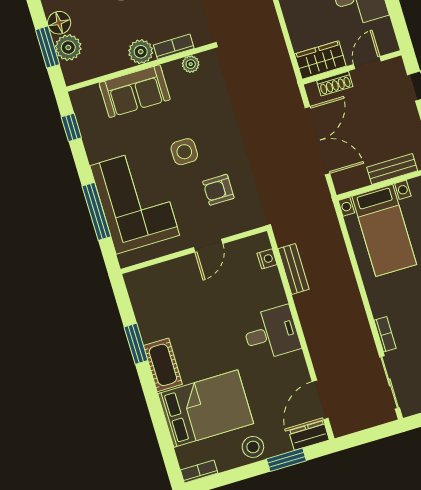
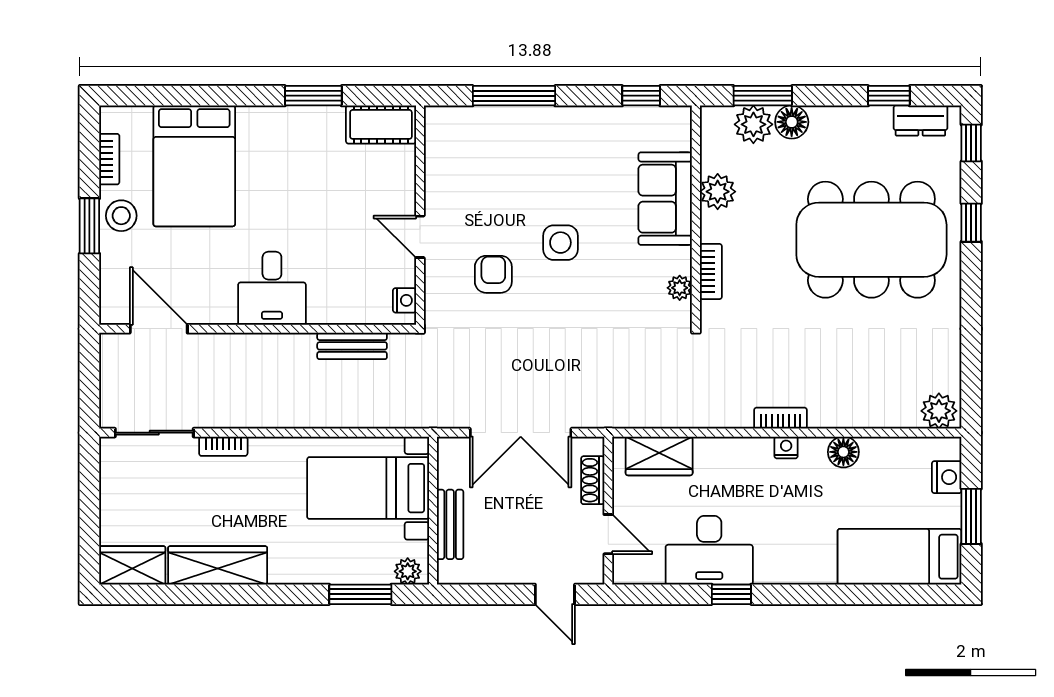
plant: (141, 52) -> (718, 192), moved
wardrobe: (320, 60) -> (659, 456), moved, turned 90
corner sofa: (135, 201) -> (513, 153), removed
nightstand: (267, 259) -> (404, 300), moved, turned -90
cot: (163, 365) -> (381, 124), moved
dresser: (309, 435) -> (114, 298), removed
window: (286, 460) -> (89, 226), moved
bookcase: (199, 472) -> (109, 159), moved

